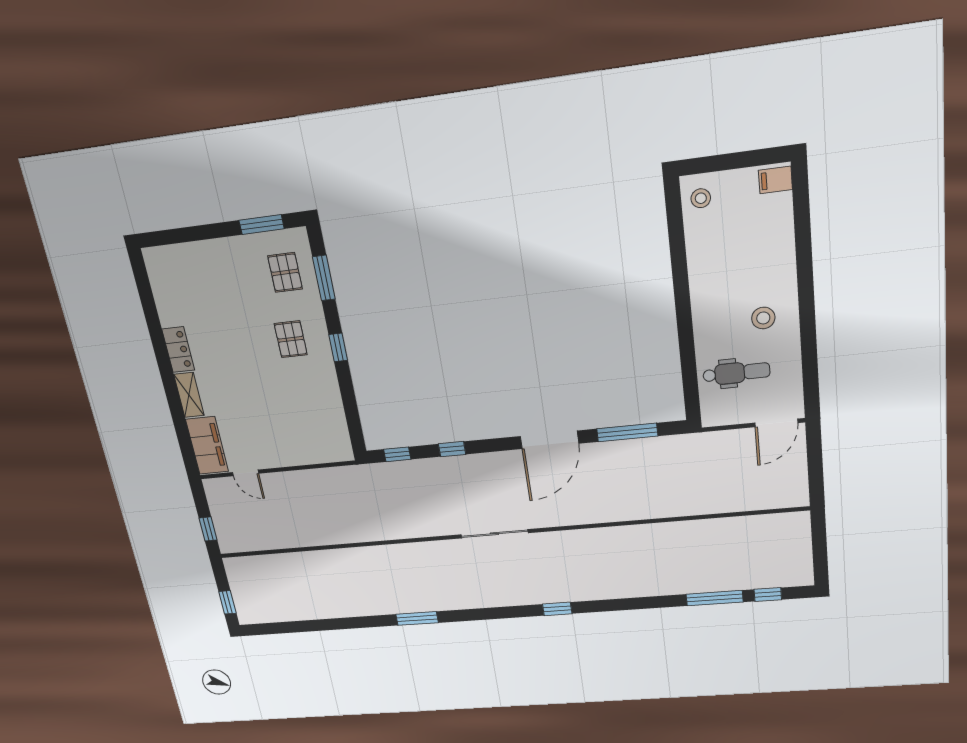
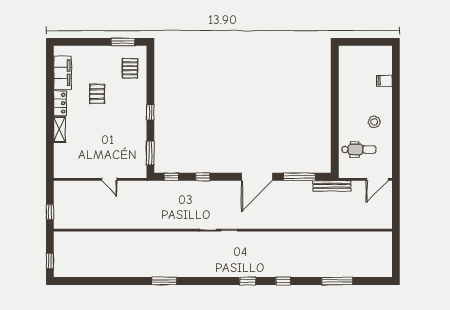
filing cabinet: (775, 180) -> (384, 81), moved
stool: (701, 198) -> (348, 58), removed
window: (324, 278) -> (150, 153), moved
pallet: (291, 339) -> (97, 94), moved
bench: (690, 442) -> (332, 186), added
filing cabinet: (207, 445) -> (62, 73), moved
door: (246, 473) -> (109, 179), moved
window: (768, 594) -> (283, 281), moved

